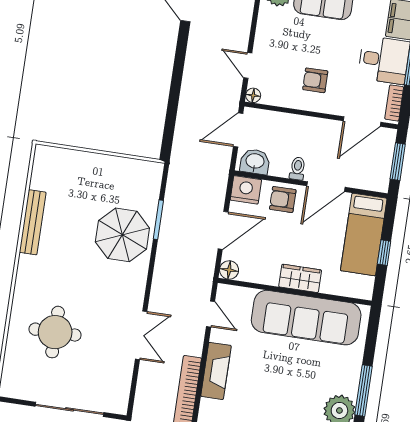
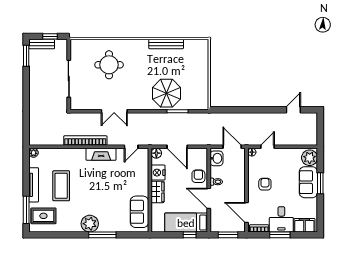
nightstand: (246, 190) -> (158, 173), moved, turned 180
window: (384, 253) -> (190, 235), moved
sofa: (306, 318) -> (139, 212), width x0.54, depth x0.79

